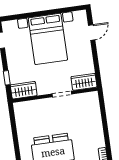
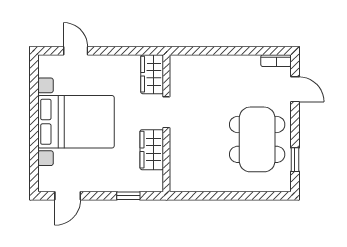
wardrobe: (24, 90) -> (152, 150), moved

